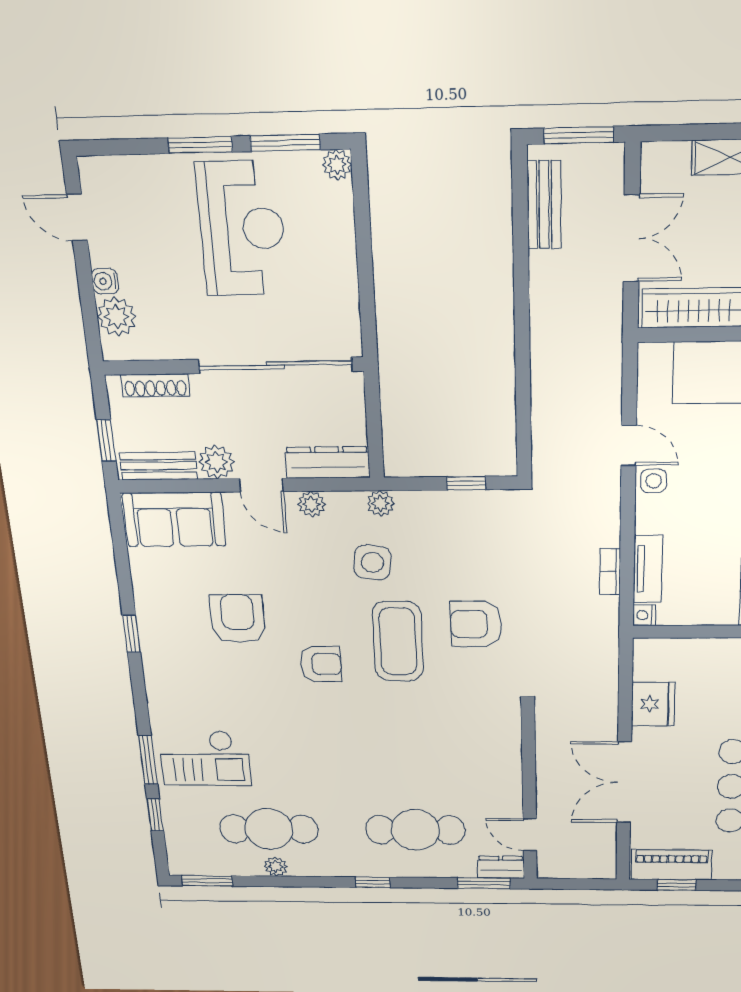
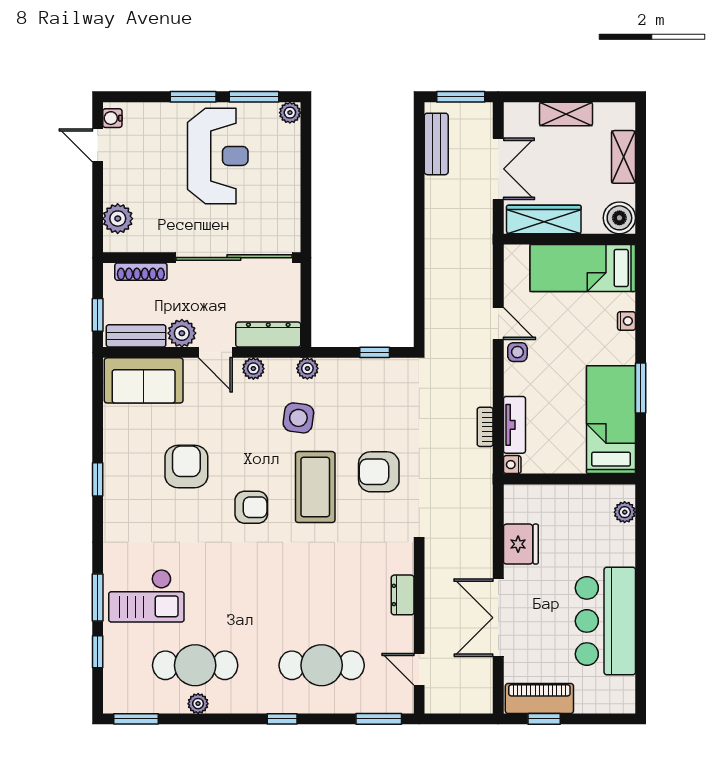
water cooler: (105, 281) -> (112, 118), moved
dresser: (501, 867) -> (403, 595), moved, turned -90

